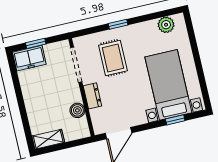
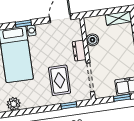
window: (118, 24) -> (69, 105), moved
window: (175, 120) -> (23, 24), moved

